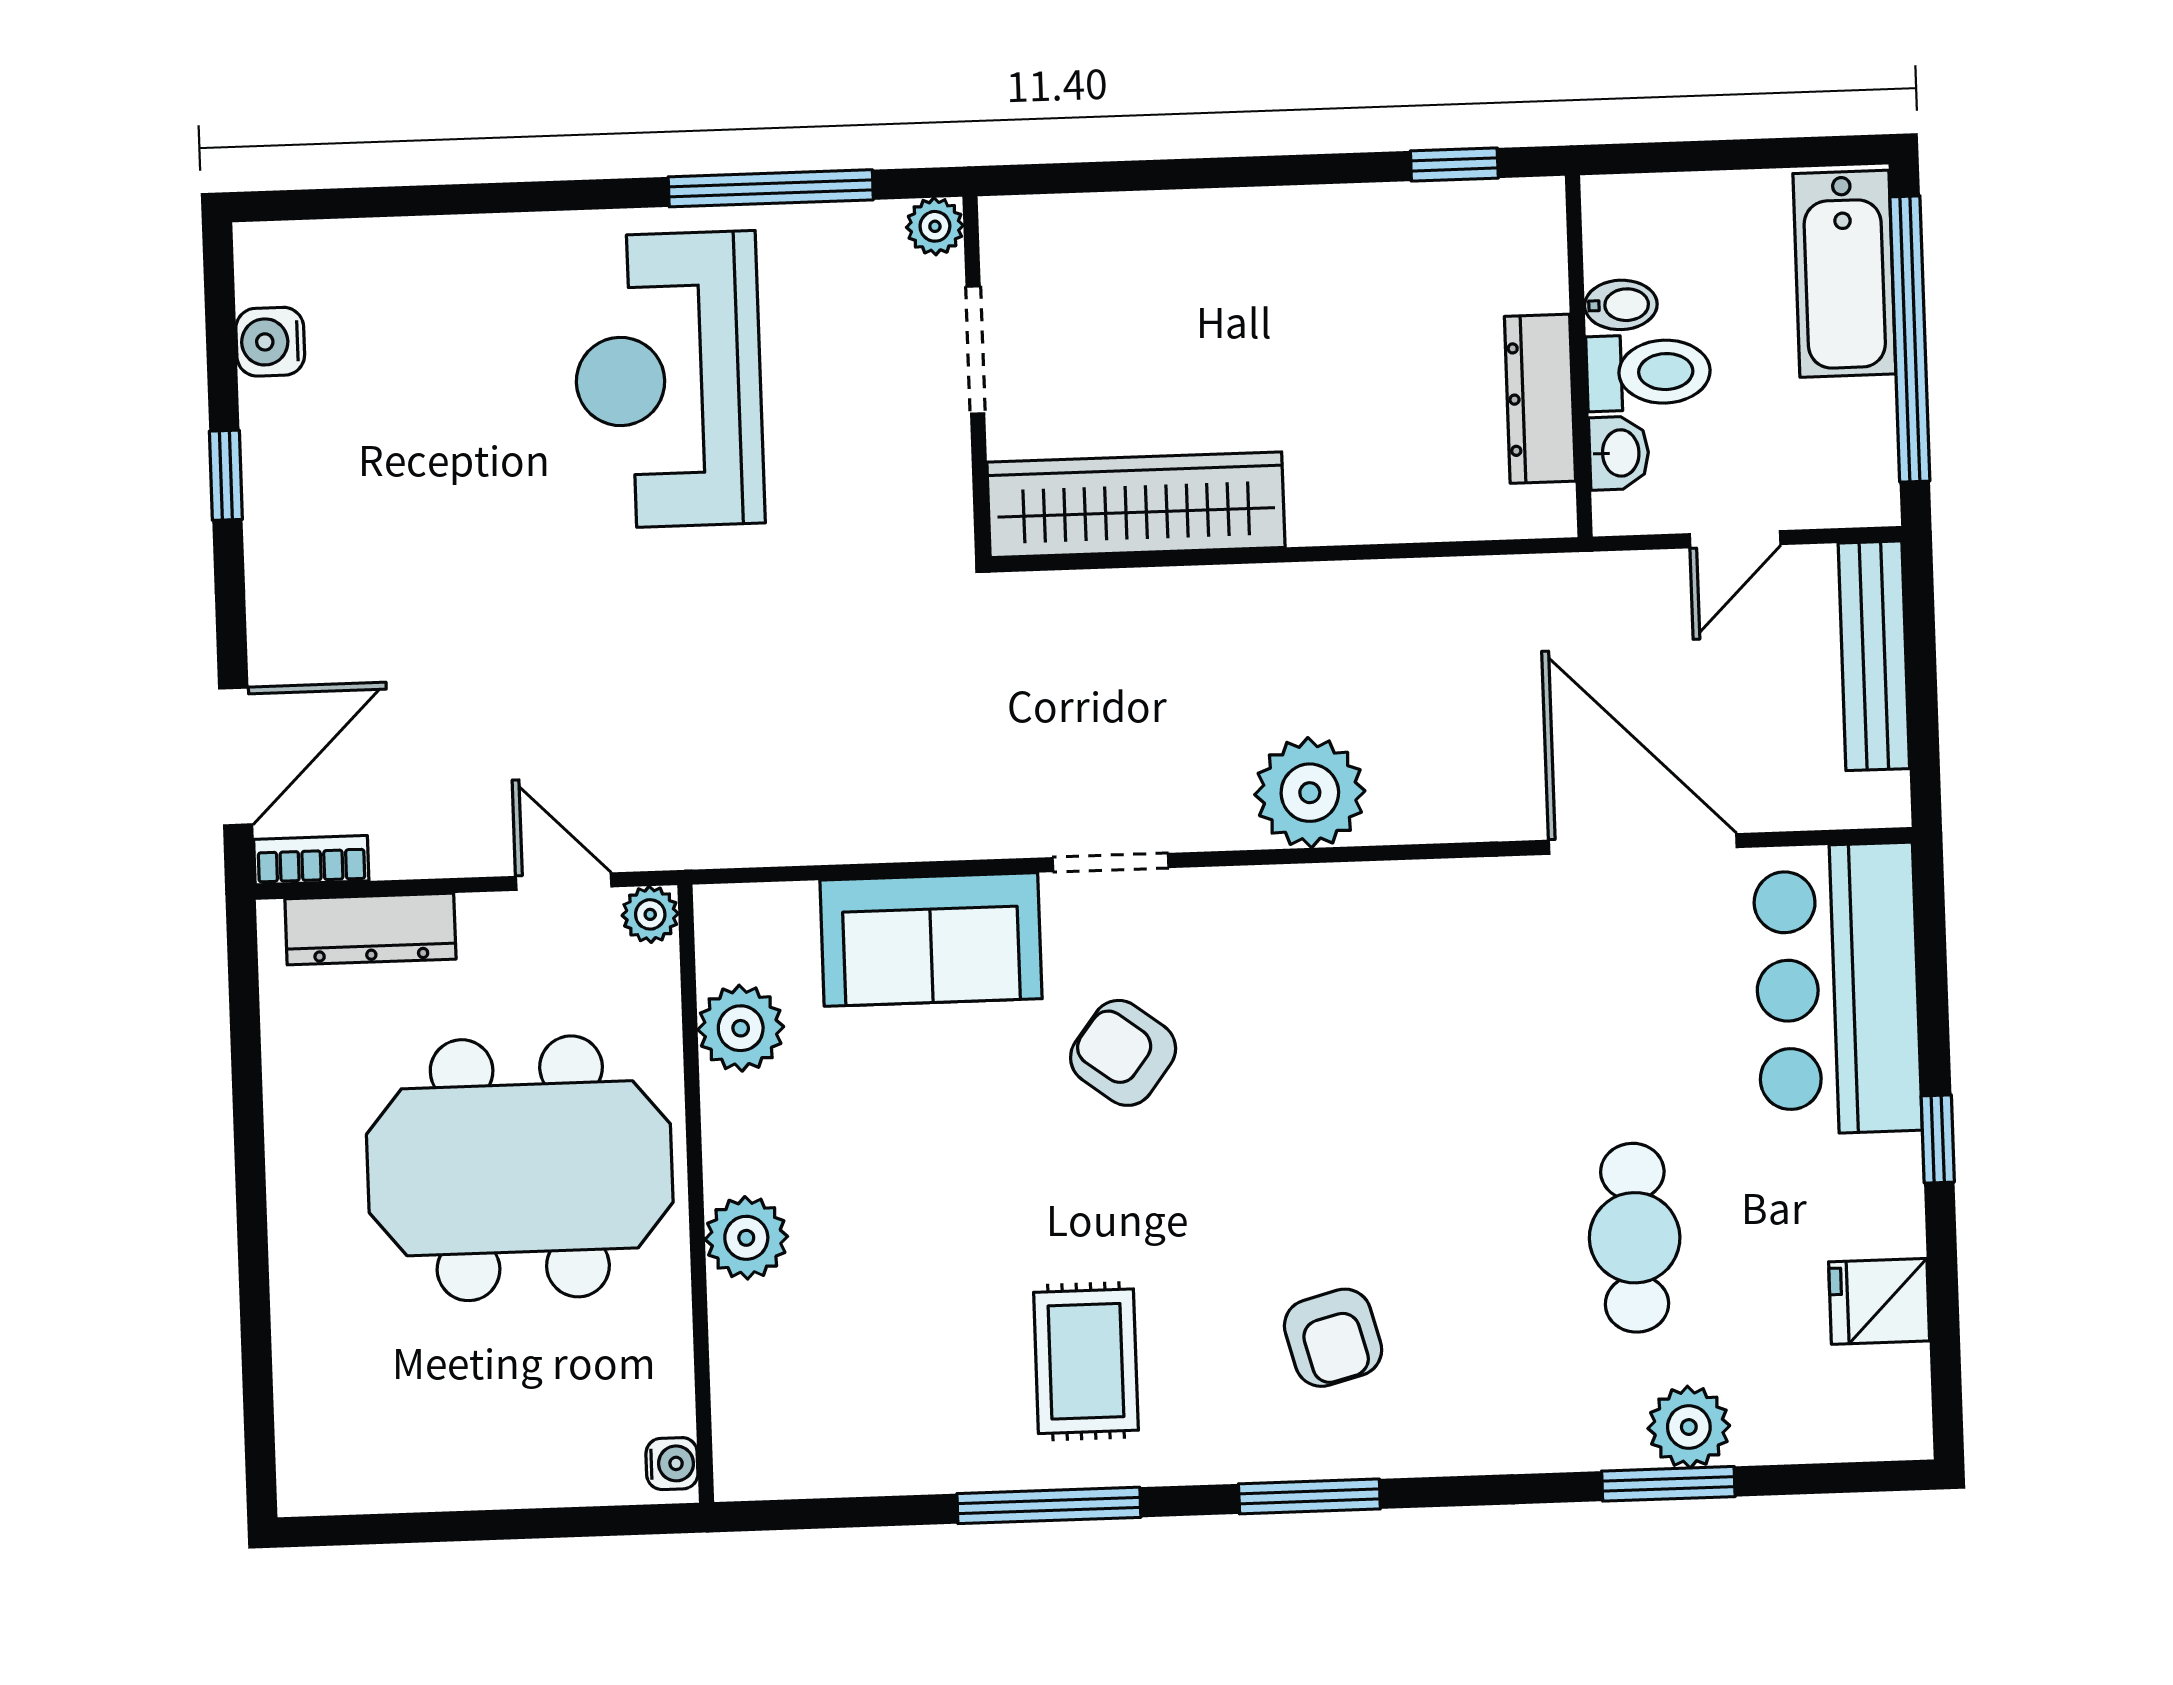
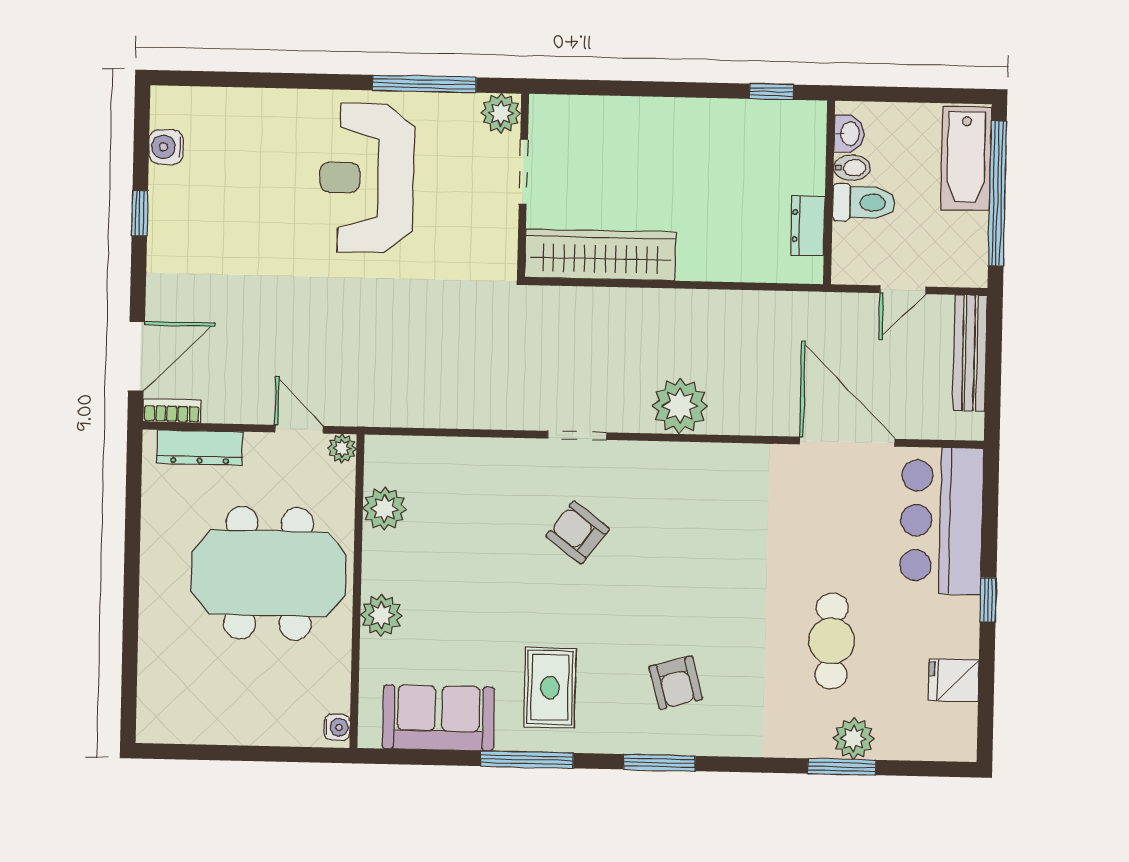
plant: (935, 226) -> (501, 113), width x1.38, depth x1.38
dresser: (1540, 399) -> (808, 226), width x0.70
washbasin: (1619, 453) -> (849, 134), moved
sofa: (931, 939) -> (438, 718), moved, turned 180

